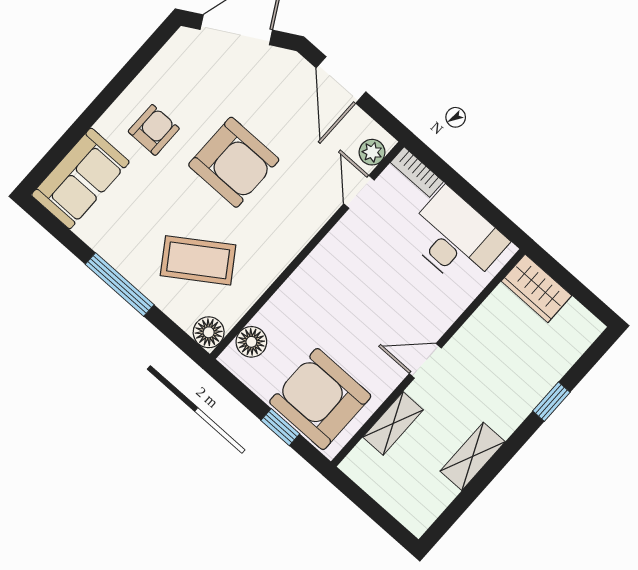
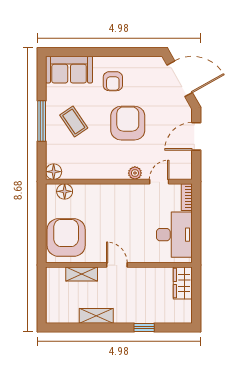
armchair: (154, 130) -> (113, 81), turned 90
plant: (372, 152) -> (135, 173), moved
armchair: (234, 162) -> (128, 123), turned 180
coffee table: (198, 260) -> (74, 122), moved, width x0.73, depth x0.77
window: (280, 427) -> (42, 232), removed

